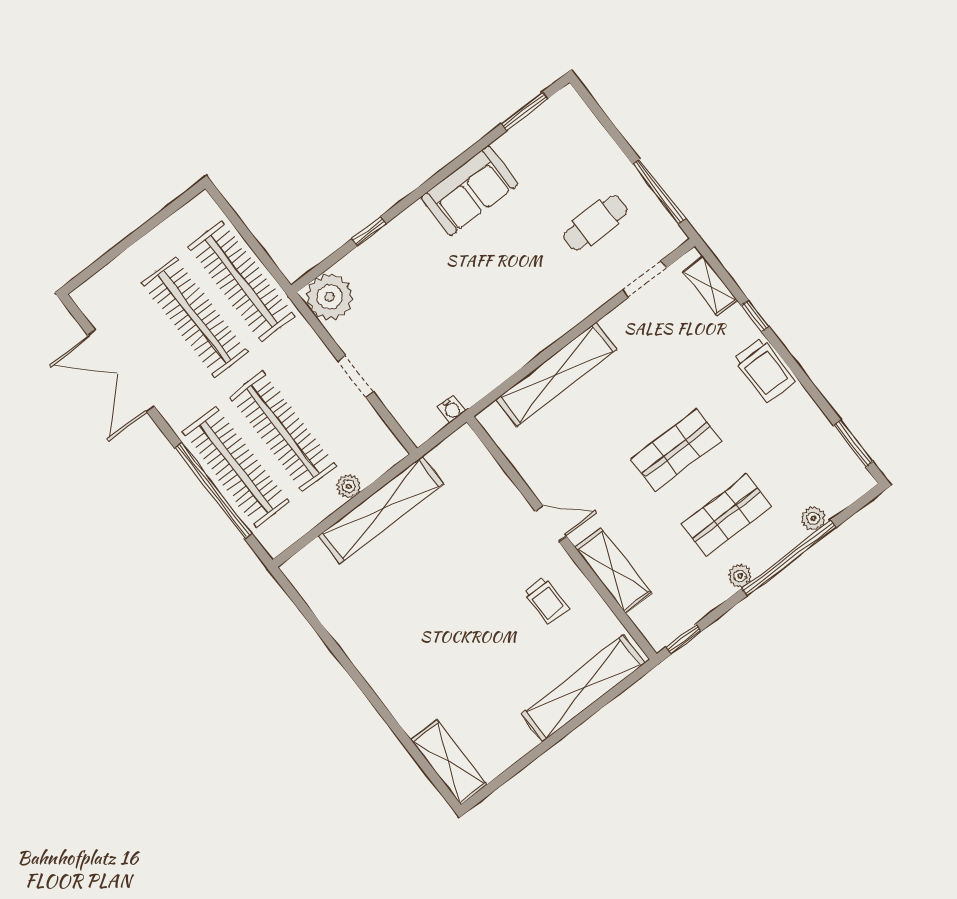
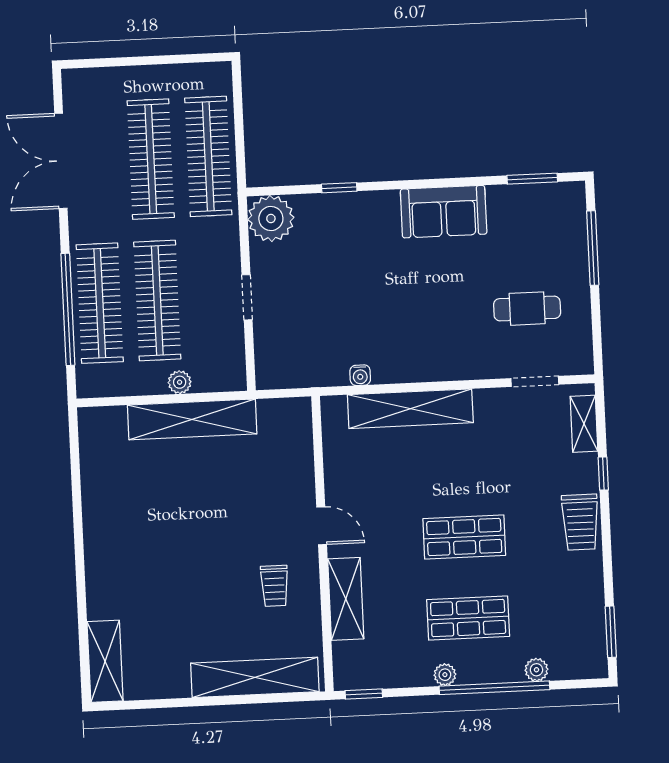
window: (659, 192) -> (593, 248), moved
water cooler: (452, 409) -> (360, 375), moved

